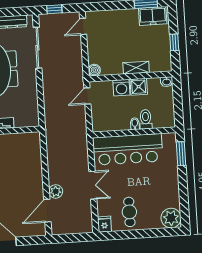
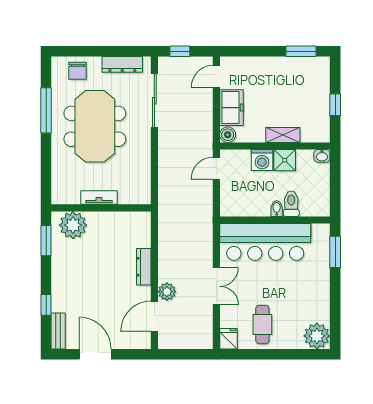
freezer: (153, 16) -> (231, 108), moved, turned -90
dresser: (37, 174) -> (144, 267), added

